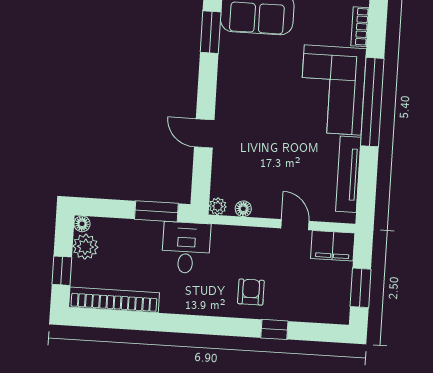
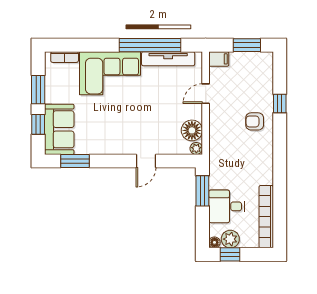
window: (372, 102) -> (150, 45), moved
floor lamp: (243, 209) -> (192, 130), width x1.89, depth x1.89
filing cabinet: (333, 246) -> (219, 59), width x0.50
desk: (186, 248) -> (227, 206), moved
window: (62, 271) -> (230, 254), moved

